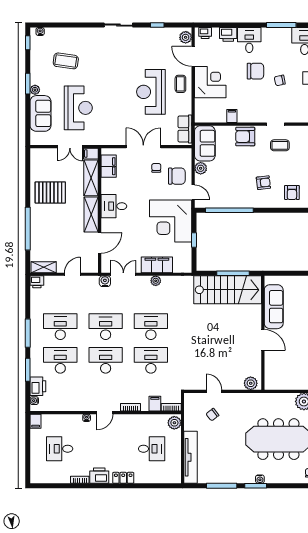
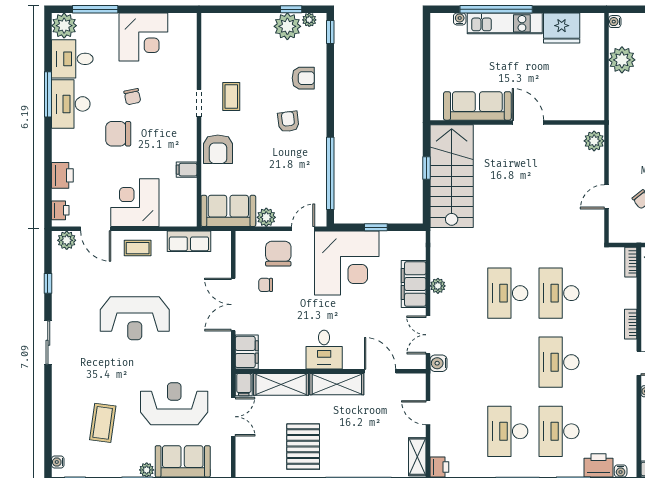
desk: (249, 40) -> (71, 104), moved, width x1.37
door: (193, 56) -> (96, 229), hinge flipped
chair: (255, 71) -> (118, 134), turned -90
reception desk: (151, 92) -> (135, 318), moved
row of seats: (185, 129) -> (189, 241), moved
filing cabinet: (109, 166) -> (247, 352), moved, turned 90
window: (233, 273) -> (427, 168), width x0.46
desk: (106, 327) -> (508, 362), removed
door: (263, 340) -> (528, 122), hinge flipped
filing cabinet: (155, 404) -> (625, 287), removed

